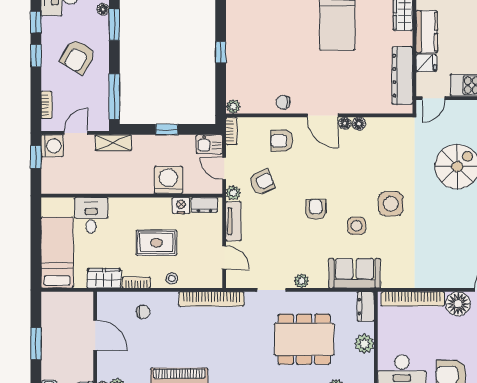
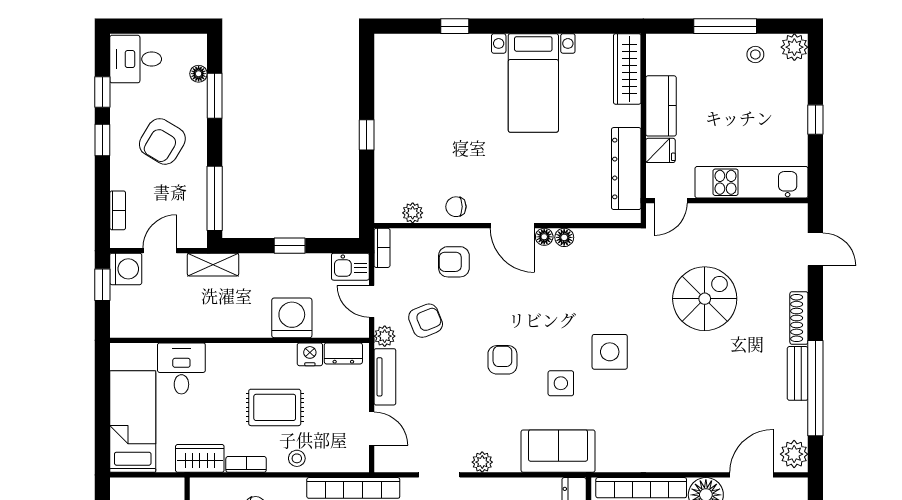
plant: (233, 107) -> (413, 213), moved

